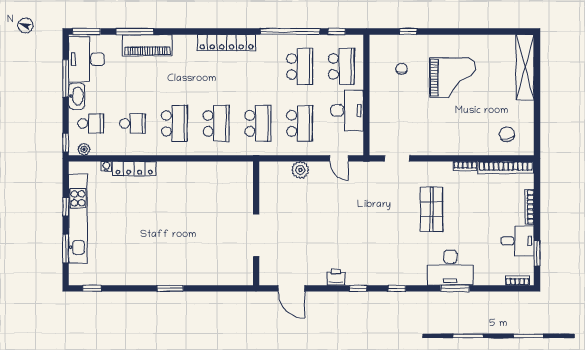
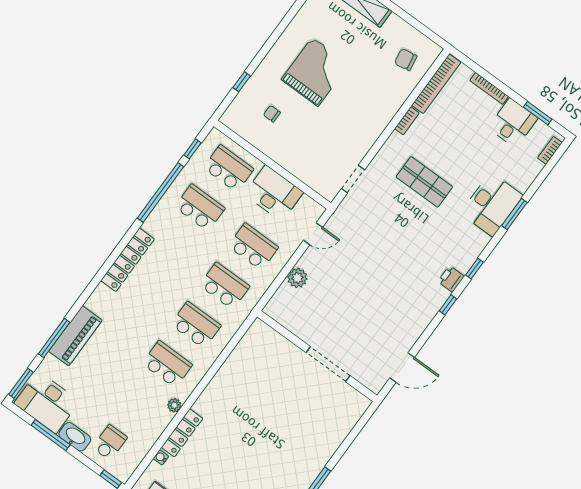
school desk: (132, 123) -> (139, 403), removed
plant: (84, 149) -> (174, 405), moved
printer: (336, 277) -> (451, 279), moved

